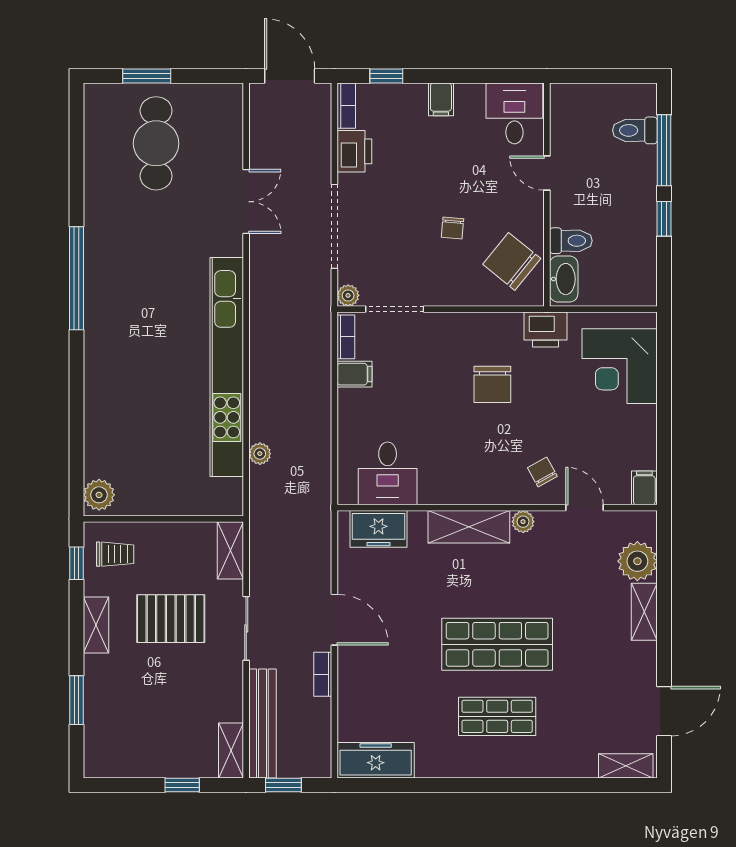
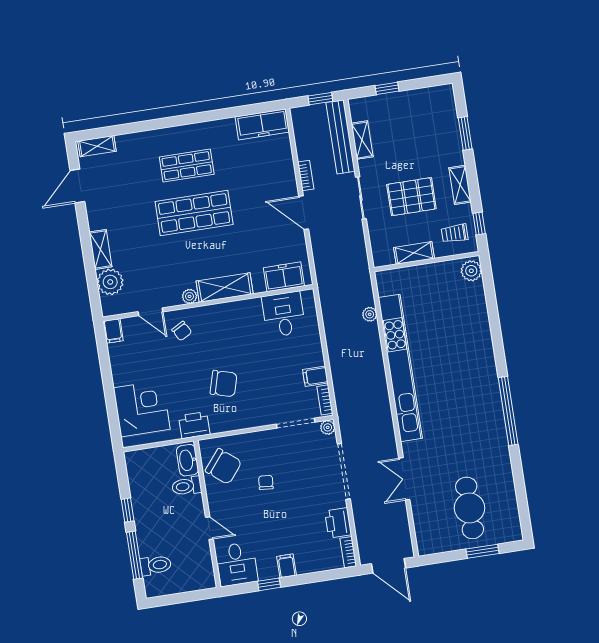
window: (386, 76) -> (269, 584), moved
chair: (492, 384) -> (224, 384), turned 106
shelving: (230, 550) -> (414, 253), moved, turned 90
shelving: (231, 750) -> (362, 140), moved

